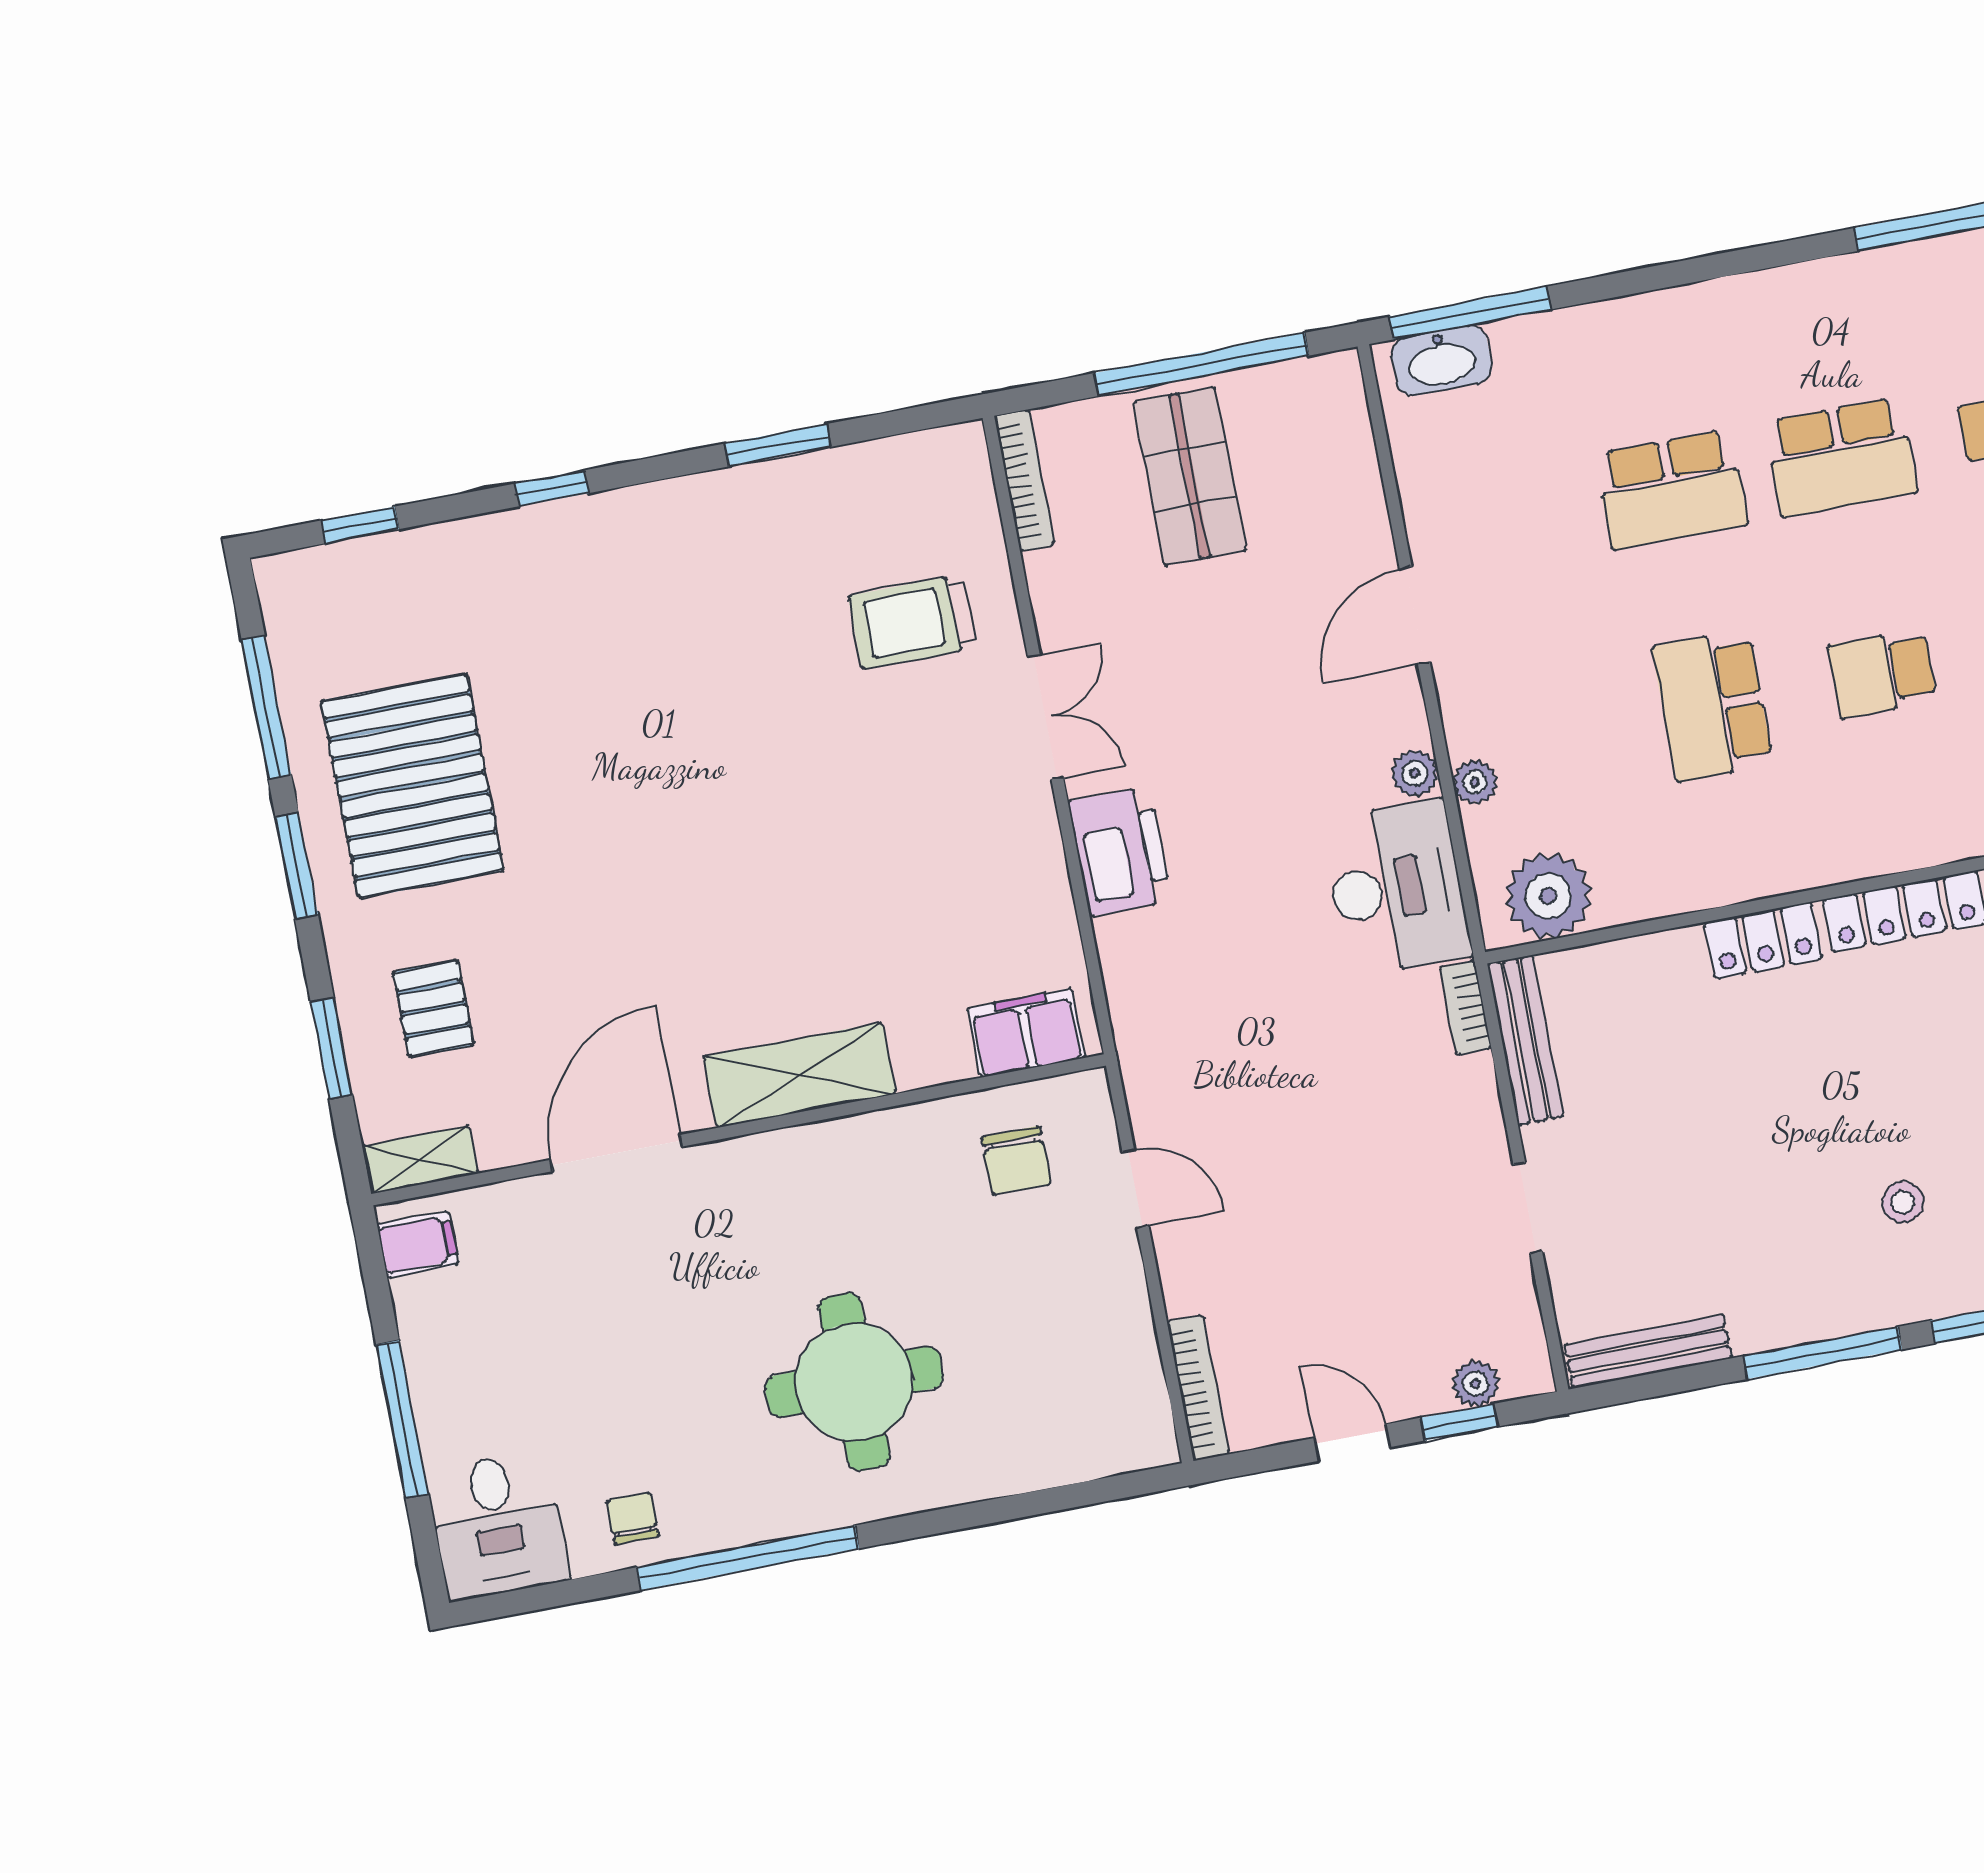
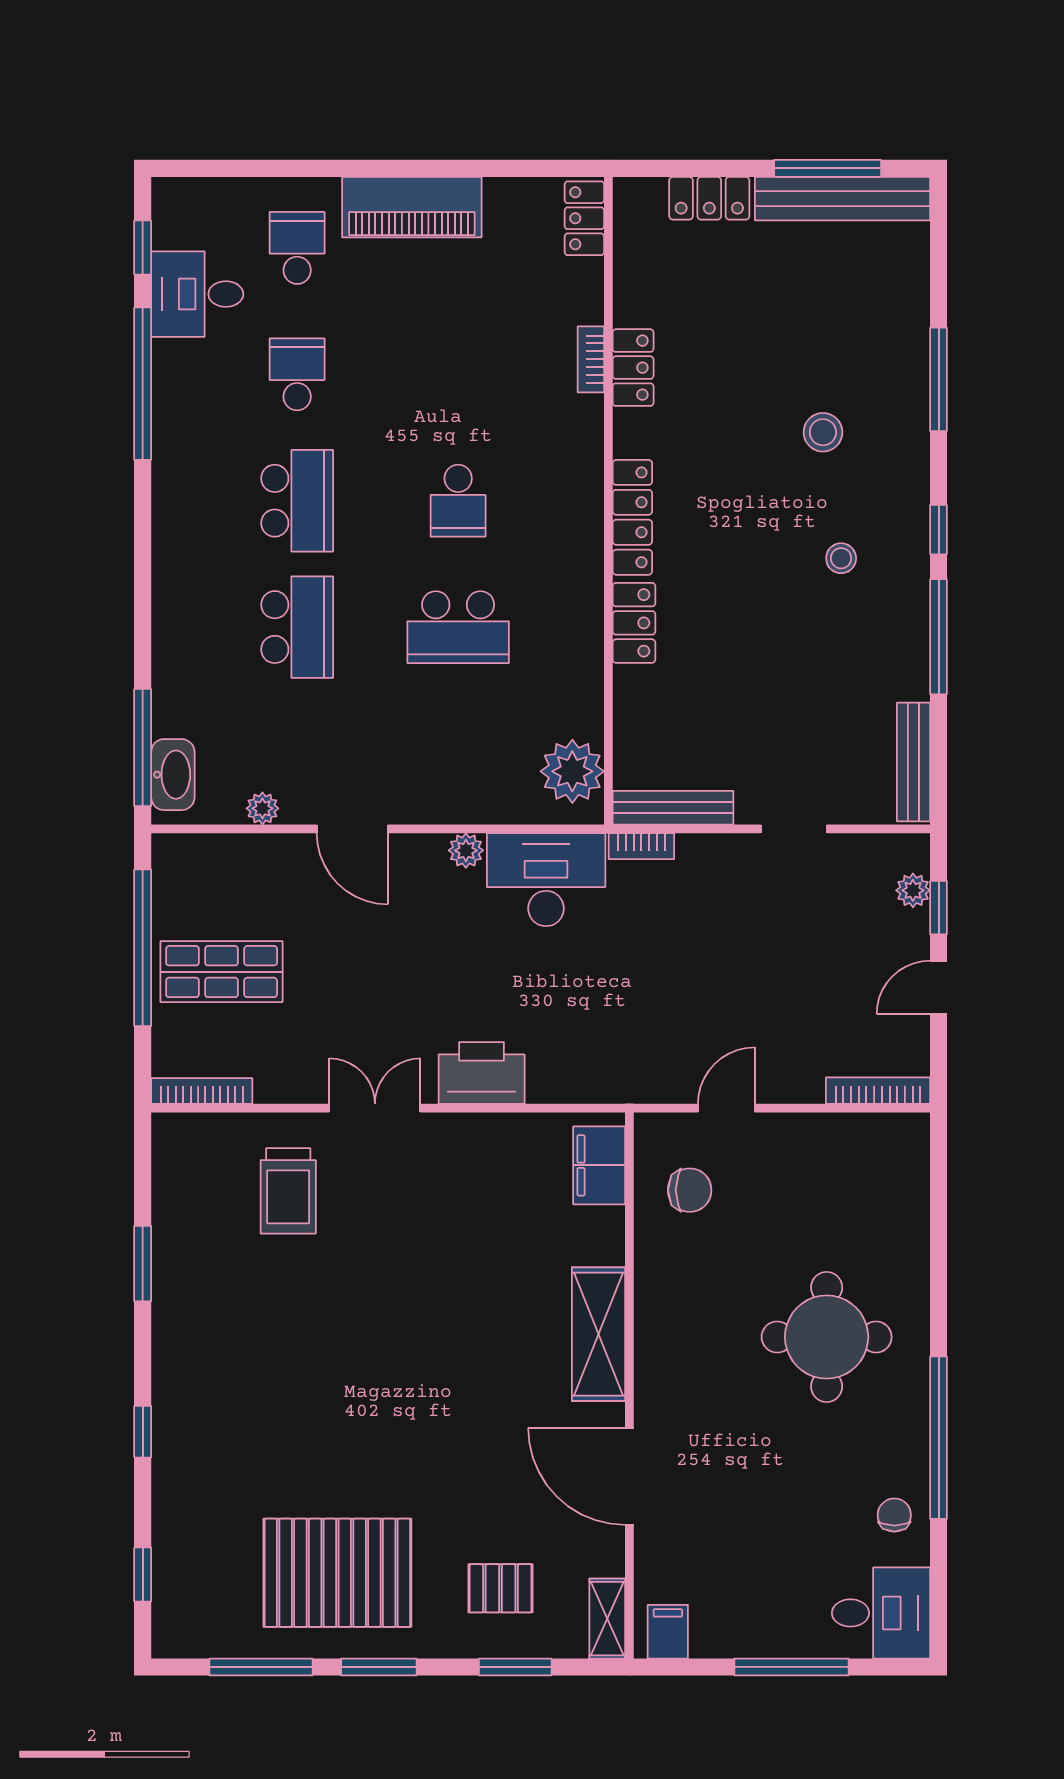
plant: (1475, 782) -> (262, 808), moved
chair: (633, 1518) -> (894, 1515), turned 90

